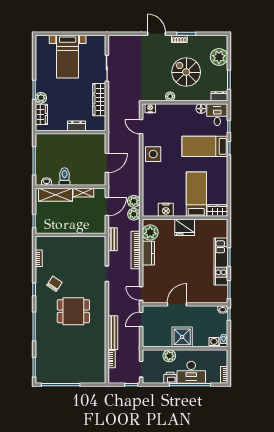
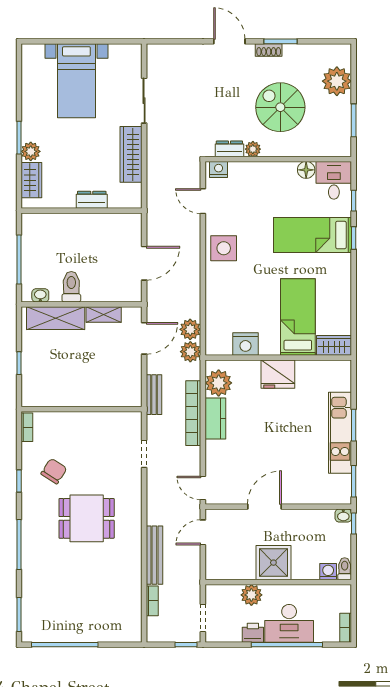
dresser: (219, 96) -> (229, 149), moved
wall: (70, 235) -> (82, 409), moved

